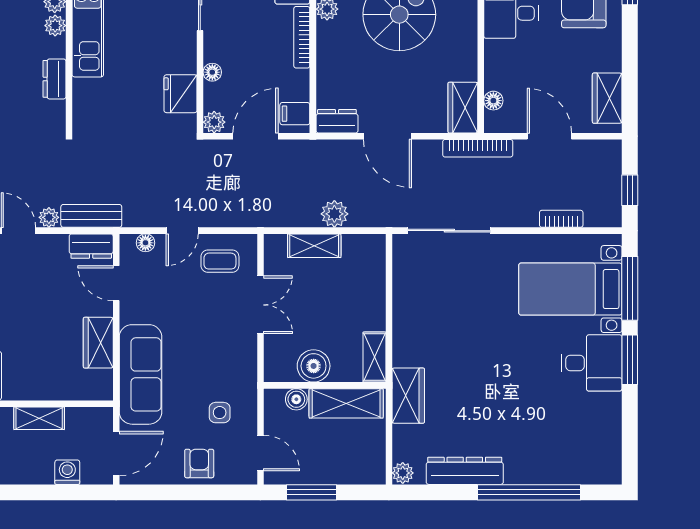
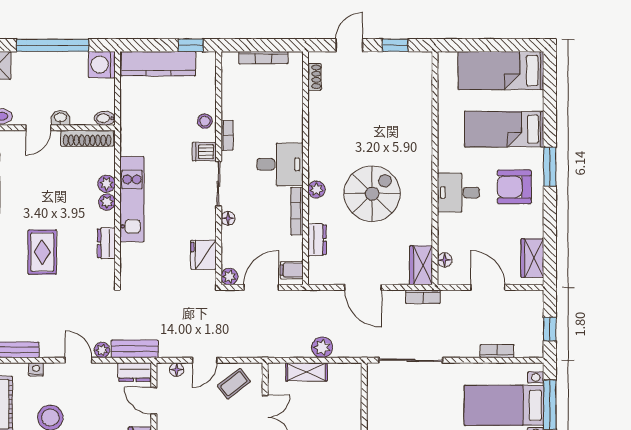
floor lamp: (212, 72) -> (228, 218), moved
dresser: (337, 121) -> (317, 240), moved, turned 90
bookcase: (478, 148) -> (423, 297), width x0.64
coffee table: (220, 261) -> (234, 384), turned -38

